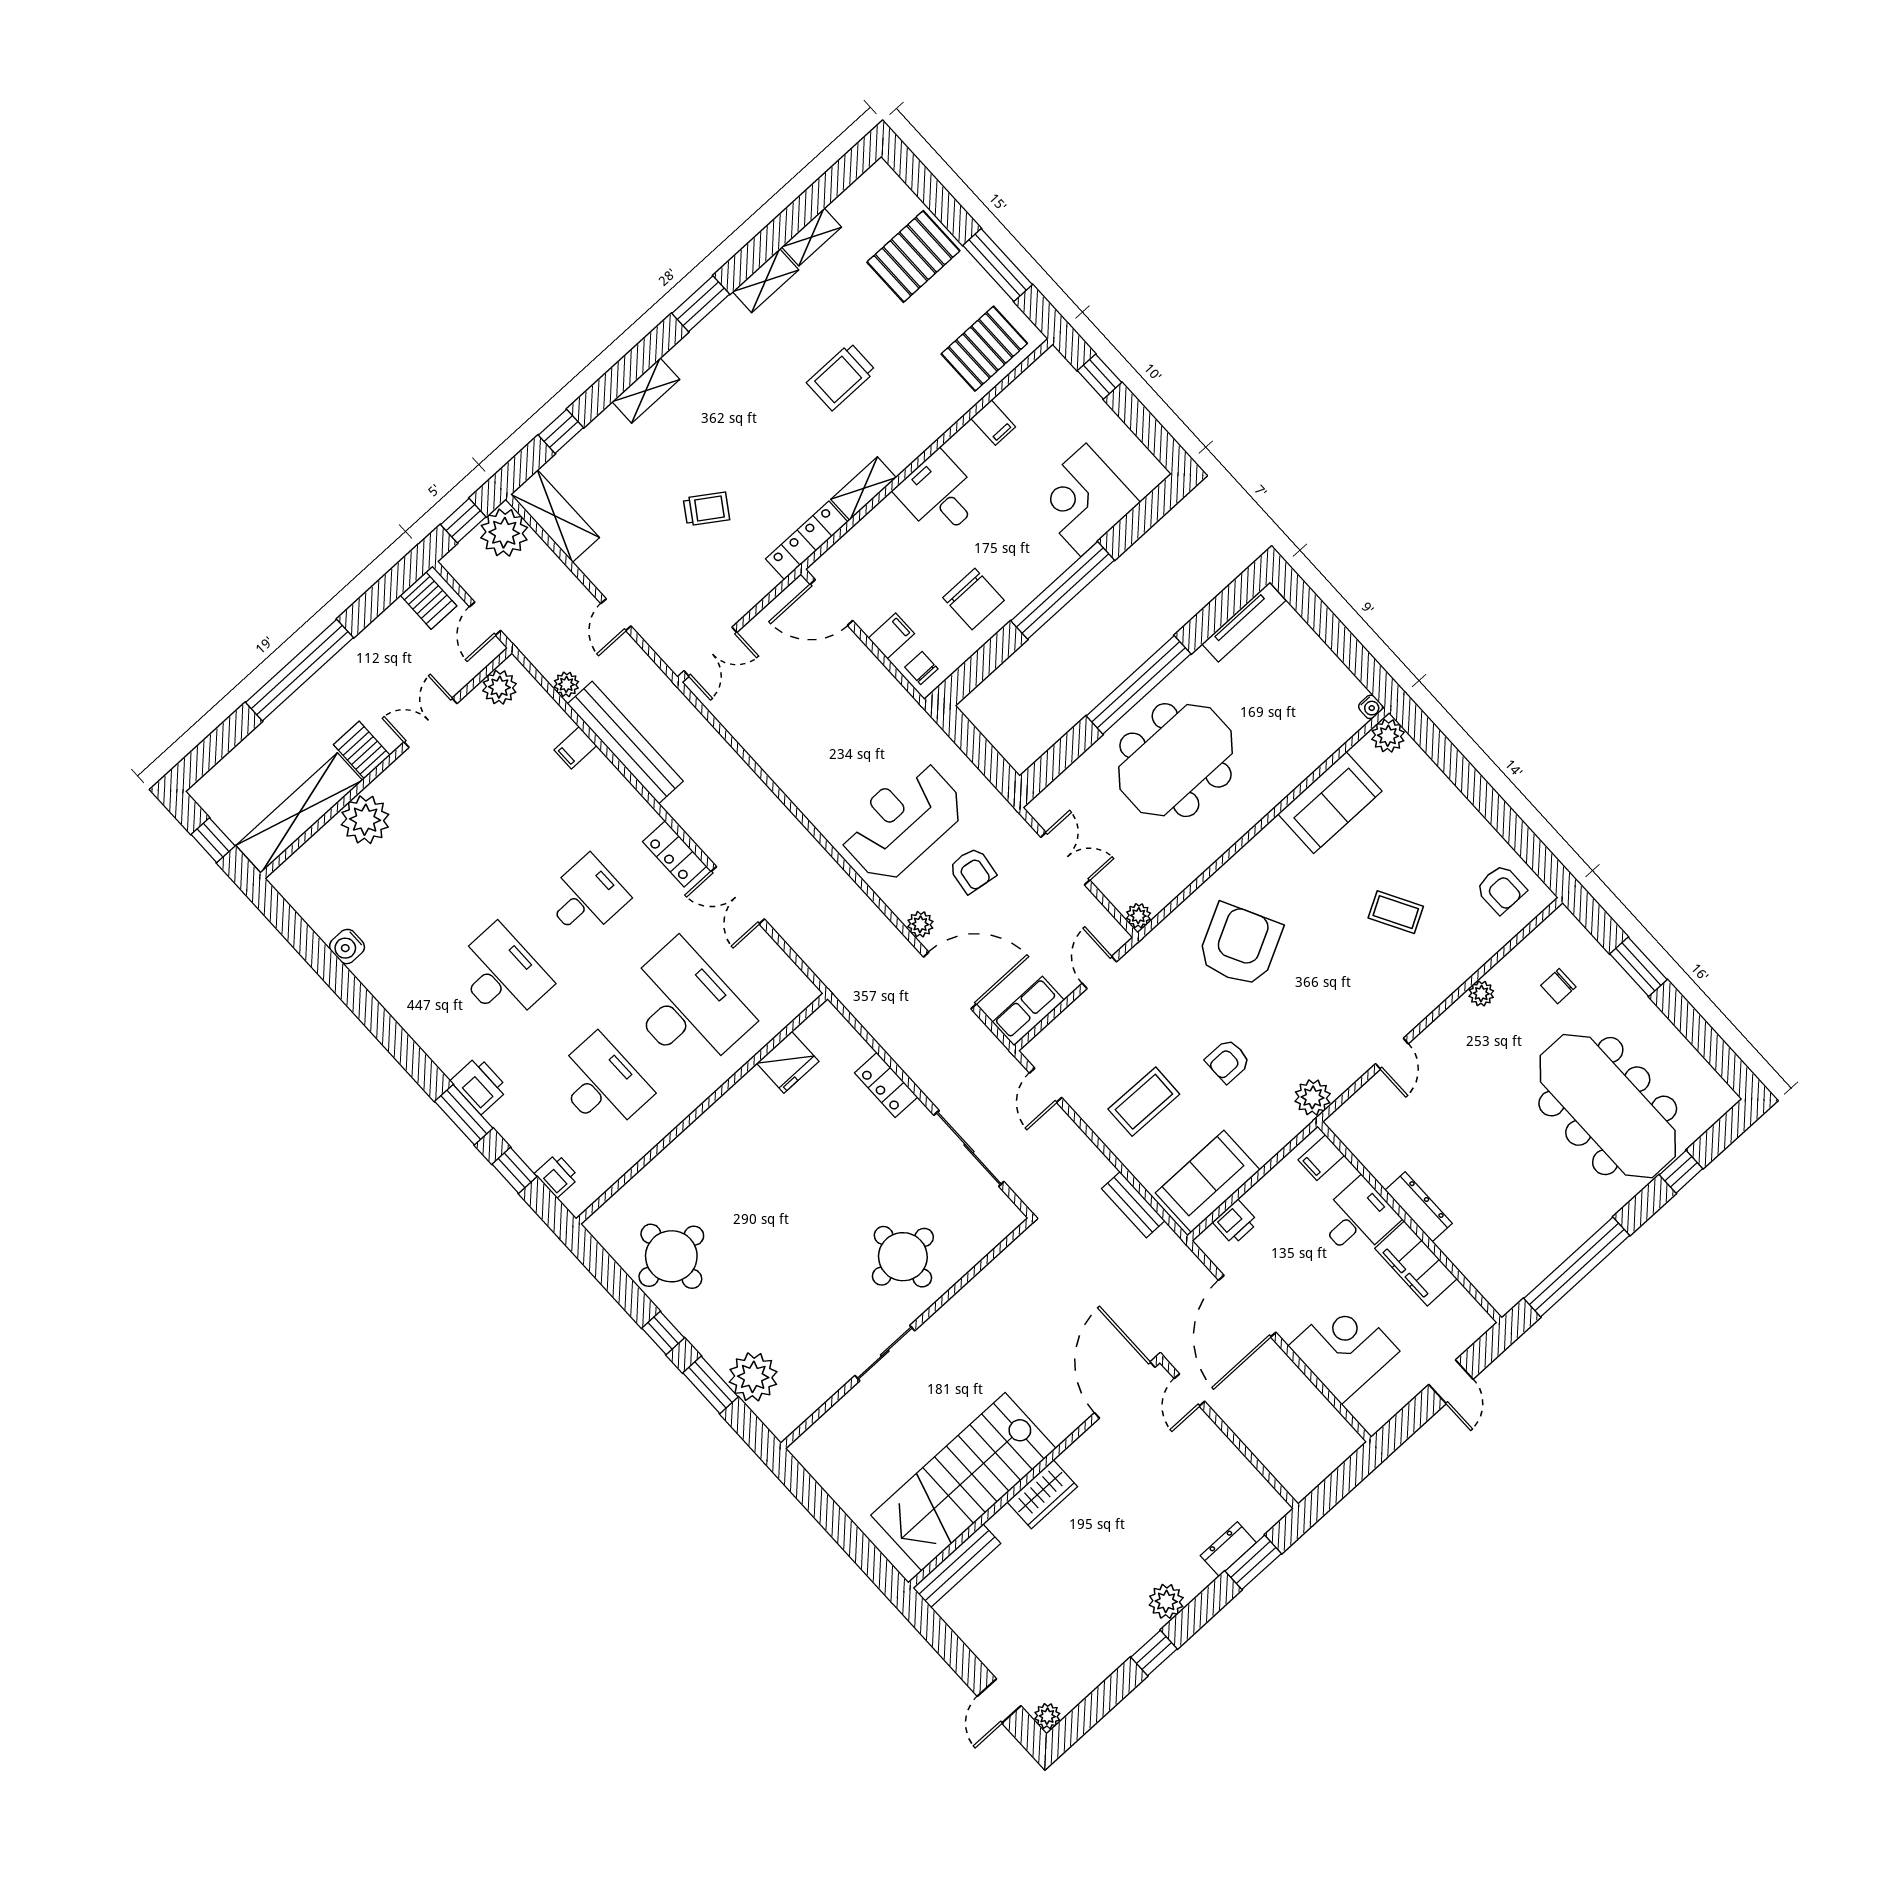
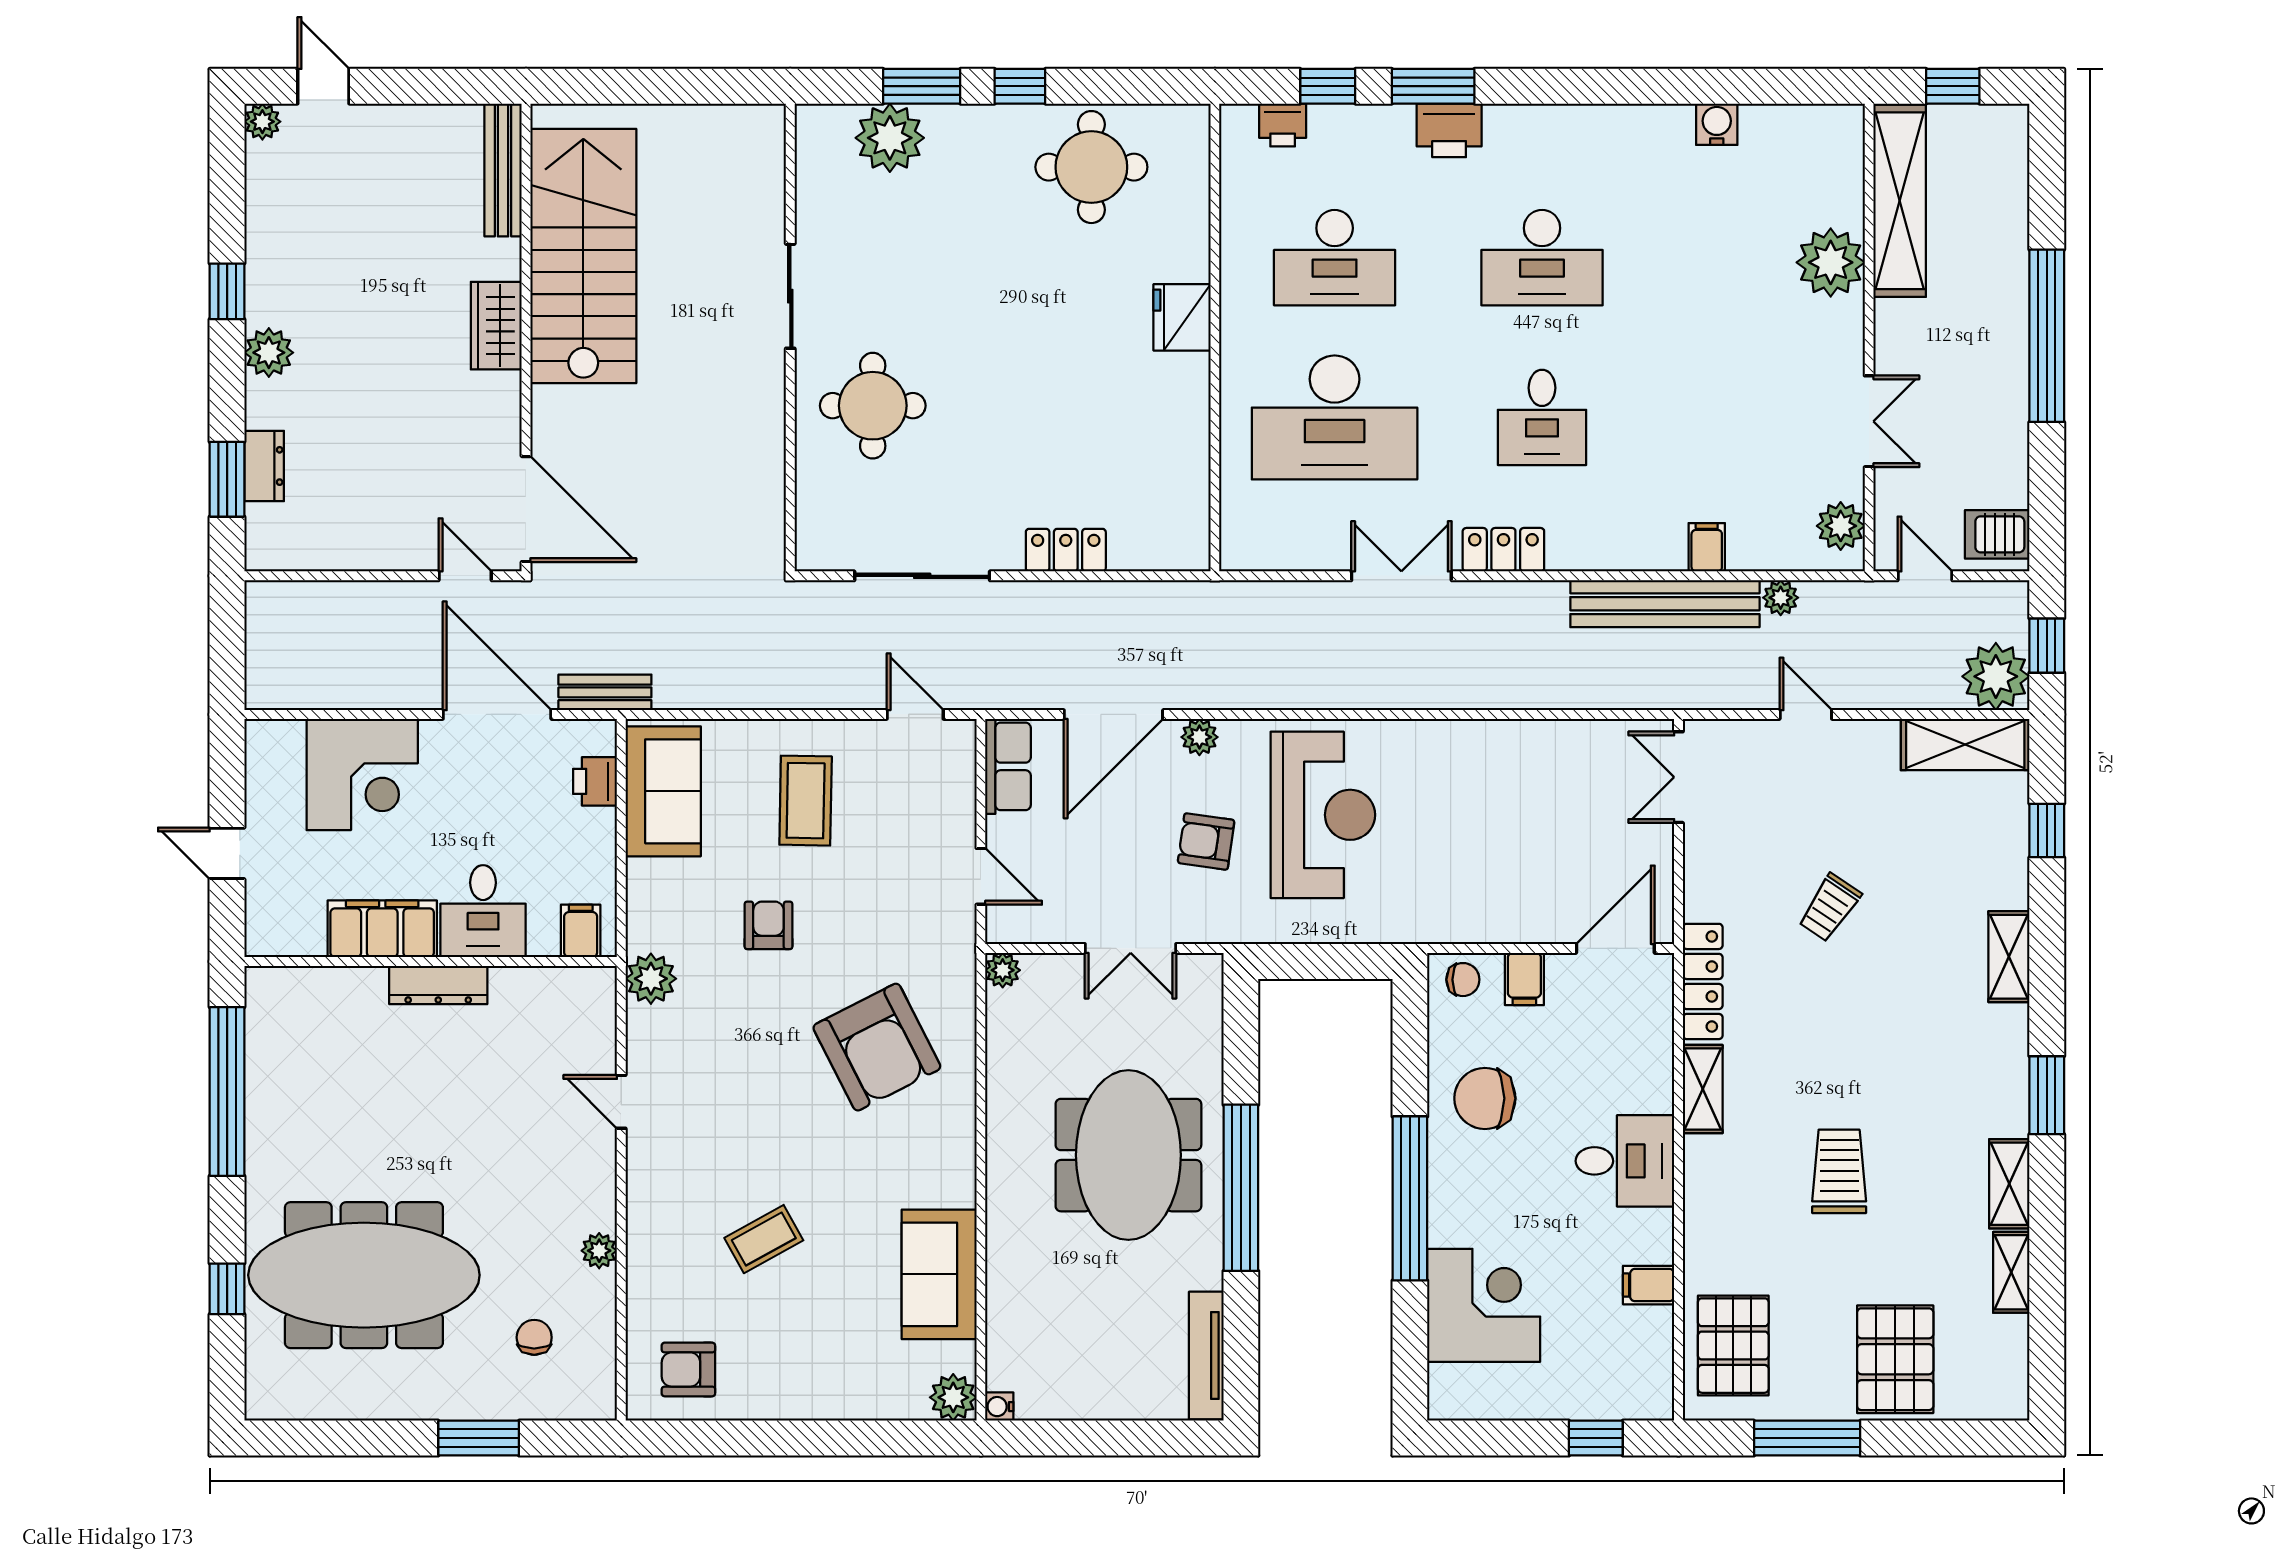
server rack: (362, 750) -> (1906, 325), removed
fridge: (788, 1062) -> (1182, 317), moved
bench: (1133, 1205) -> (605, 692), moved

